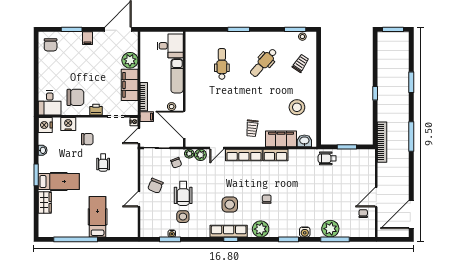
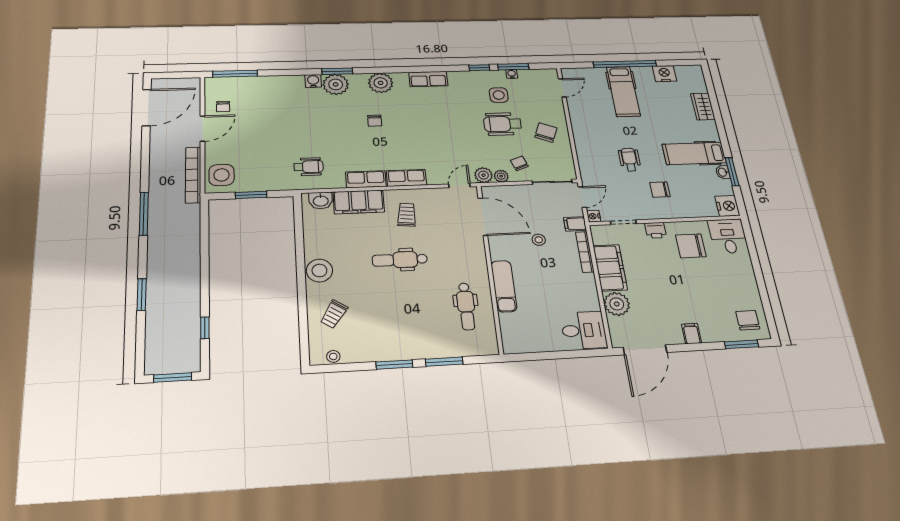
window: (72, 29) -> (741, 344), moved
window: (295, 29) -> (394, 365), moved
desk: (170, 46) -> (584, 330), moved, turned 180
dental chair: (264, 63) -> (400, 260), moved, turned -132
exam couch: (177, 76) -> (504, 286), moved
wall: (184, 89) -> (490, 267), moved
window: (375, 93) -> (205, 328), moved
stool: (297, 107) -> (319, 271), moved
nightstand: (68, 124) -> (664, 74), moved, turned 180
door: (184, 125) -> (483, 217), moved
bookcase: (382, 142) -> (193, 175), moved
row of seats: (244, 155) -> (406, 178), width x0.68
wheelchair: (327, 158) -> (308, 167), moved
window: (36, 175) -> (732, 172), moved
hospital bed: (59, 182) -> (694, 153), moved
wheelchair: (183, 193) -> (503, 124), turned -90
door: (139, 199) -> (562, 88), moved
side table: (230, 205) -> (222, 175), moved
plant: (330, 229) -> (336, 84), moved
row of seats: (229, 231) -> (428, 79), width x0.68
window: (76, 239) -> (625, 64), moved
window: (231, 239) -> (479, 68), moved
window: (335, 239) -> (235, 74), moved

